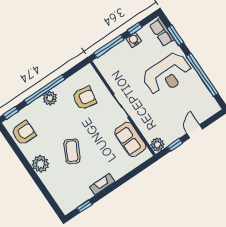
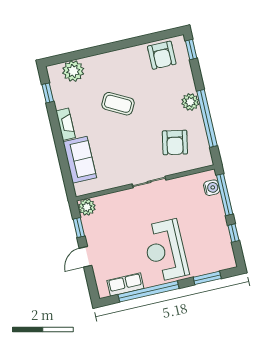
row of seats: (162, 32) -> (125, 284), moved
water cooler: (134, 40) -> (212, 188), moved
window: (45, 90) -> (207, 118), moved
door: (195, 131) -> (86, 257), swing flipped
sofa: (130, 139) -> (80, 160), moved, turned 90
plant: (40, 164) -> (73, 71), moved

